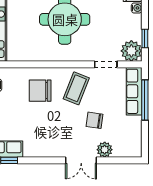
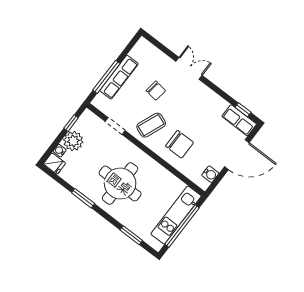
plant: (131, 51) -> (73, 141), moved
row of seats: (134, 91) -> (119, 77), moved
plant: (105, 150) -> (165, 63), removed

